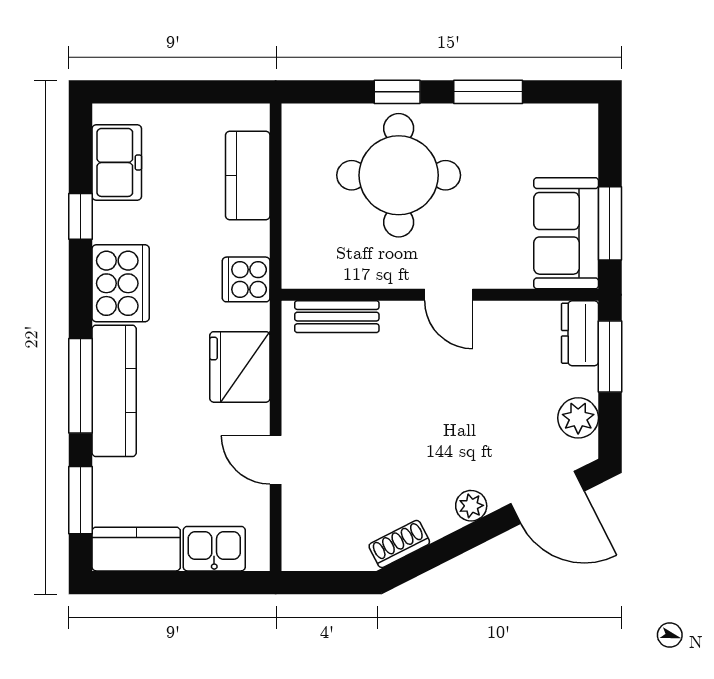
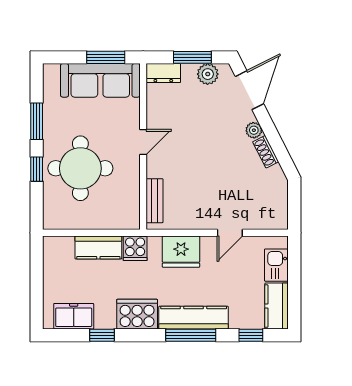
kitchen counter: (248, 176) -> (98, 247), moved
sofa: (566, 233) -> (100, 80), width x1.36
window: (610, 356) -> (192, 57), moved
window: (81, 500) -> (251, 335), width x0.67
shoe rack: (399, 544) -> (266, 152), moved

